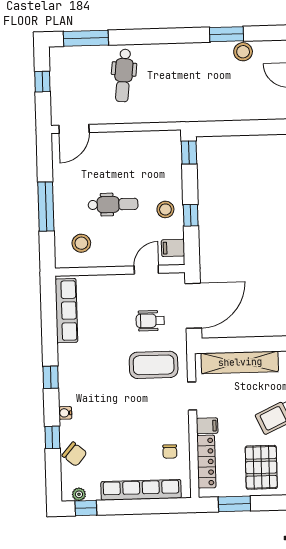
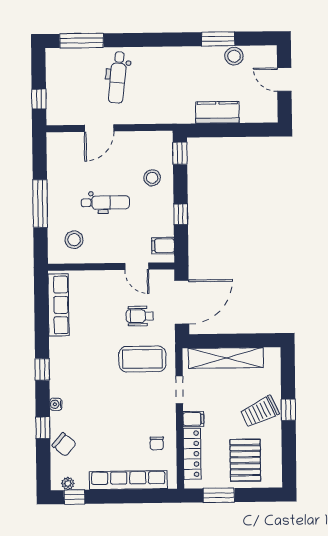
window: (42, 82) -> (39, 99), moved
kitchen counter: (227, 110) -> (217, 112), added
door: (74, 129) -> (99, 128), moved
stool: (165, 209) -> (152, 178), moved
door: (146, 270) -> (137, 266), swing flipped

